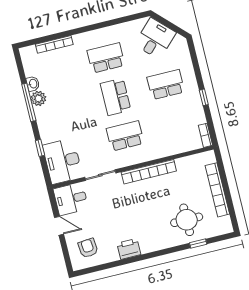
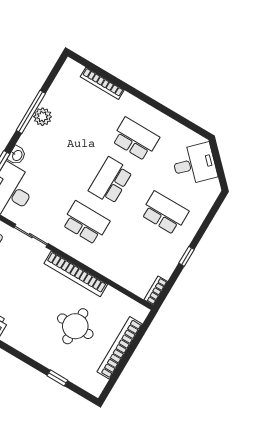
washbasin: (33, 84) -> (17, 155), moved
round table: (187, 220) -> (75, 326), moved

